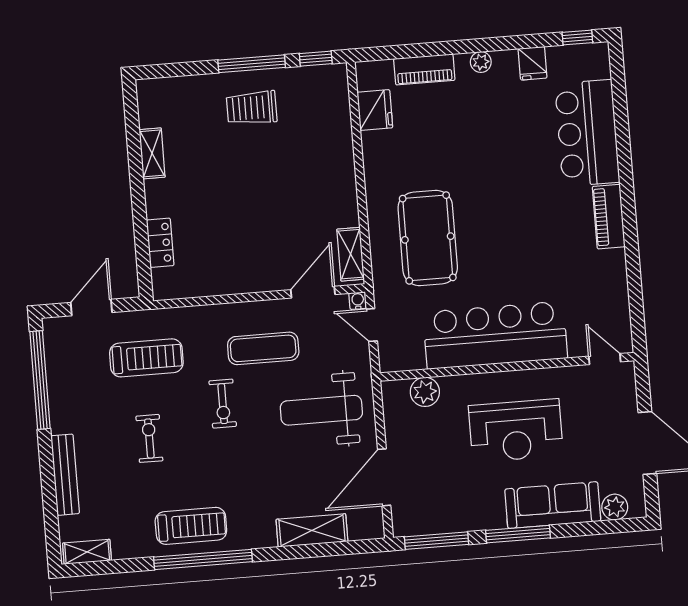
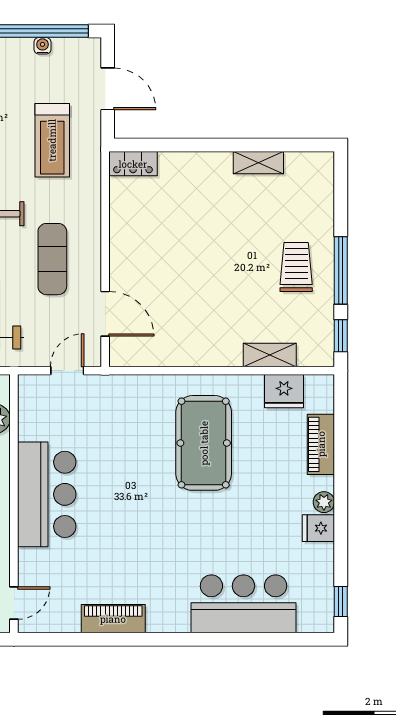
fridge: (533, 63) -> (318, 528), moved
piano: (609, 217) -> (113, 619), moved
pool table: (428, 238) -> (204, 443), moved, turned 90
locker: (160, 243) -> (133, 164), moved
shelving: (351, 254) -> (270, 355), moved
water cooler: (358, 301) -> (42, 46), moved, turned -90
bar counter: (495, 335) -> (47, 494), width x0.73

